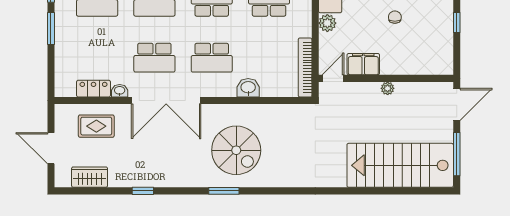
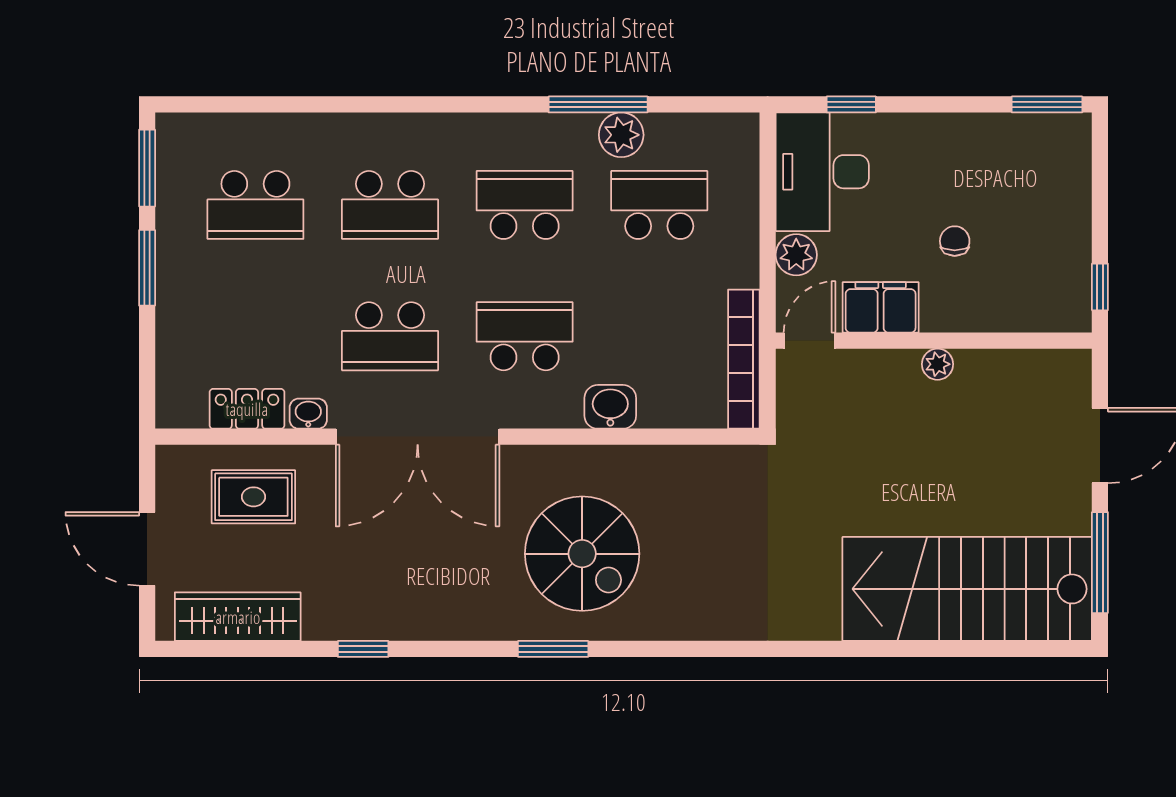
window: (457, 22) -> (1100, 287), moved
school desk: (212, 58) -> (525, 336), turned 180
filing cabinet: (363, 64) -> (881, 307), moved
door: (333, 78) -> (809, 341), moved
wall: (386, 78) -> (934, 341), moved
plant: (388, 88) -> (938, 364), moved
wardrobe: (90, 177) -> (238, 617), width x1.50

